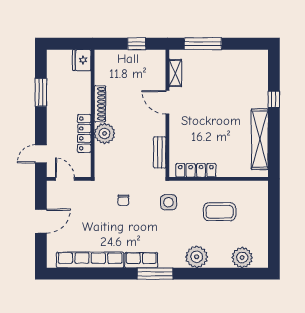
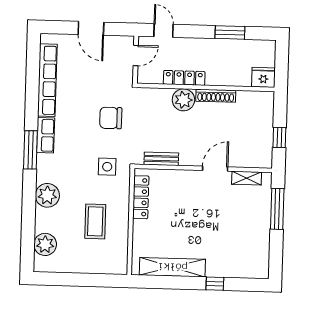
chair: (123, 200) -> (111, 118), width x1.87, depth x1.87

